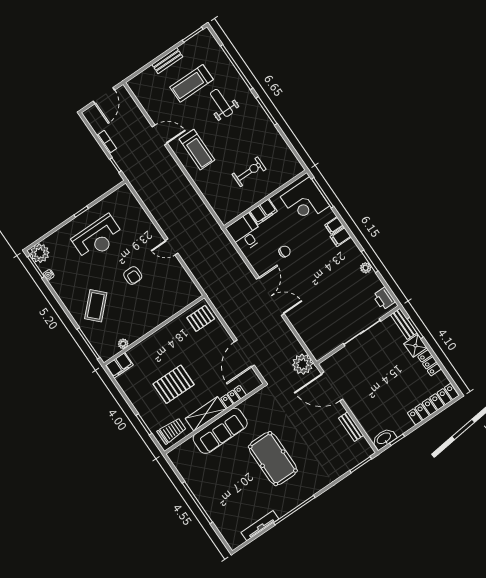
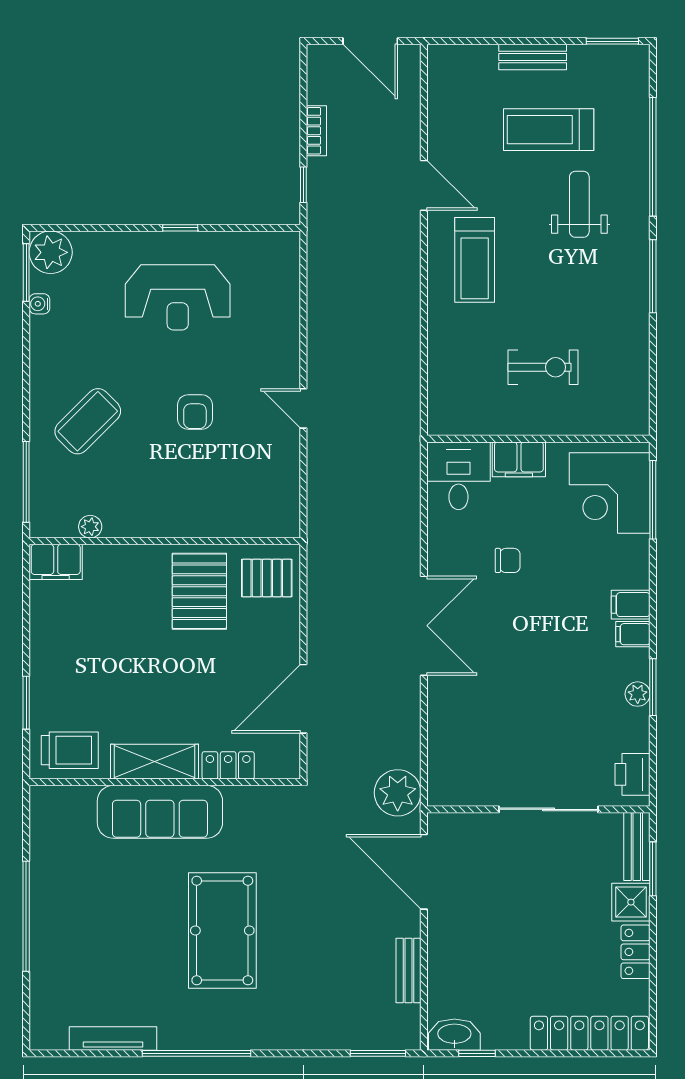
door: (104, 96) -> (370, 41), hinge flipped
filing cabinet: (334, 225) -> (633, 634), moved
pallet: (174, 384) -> (199, 591), moved, turned 90

